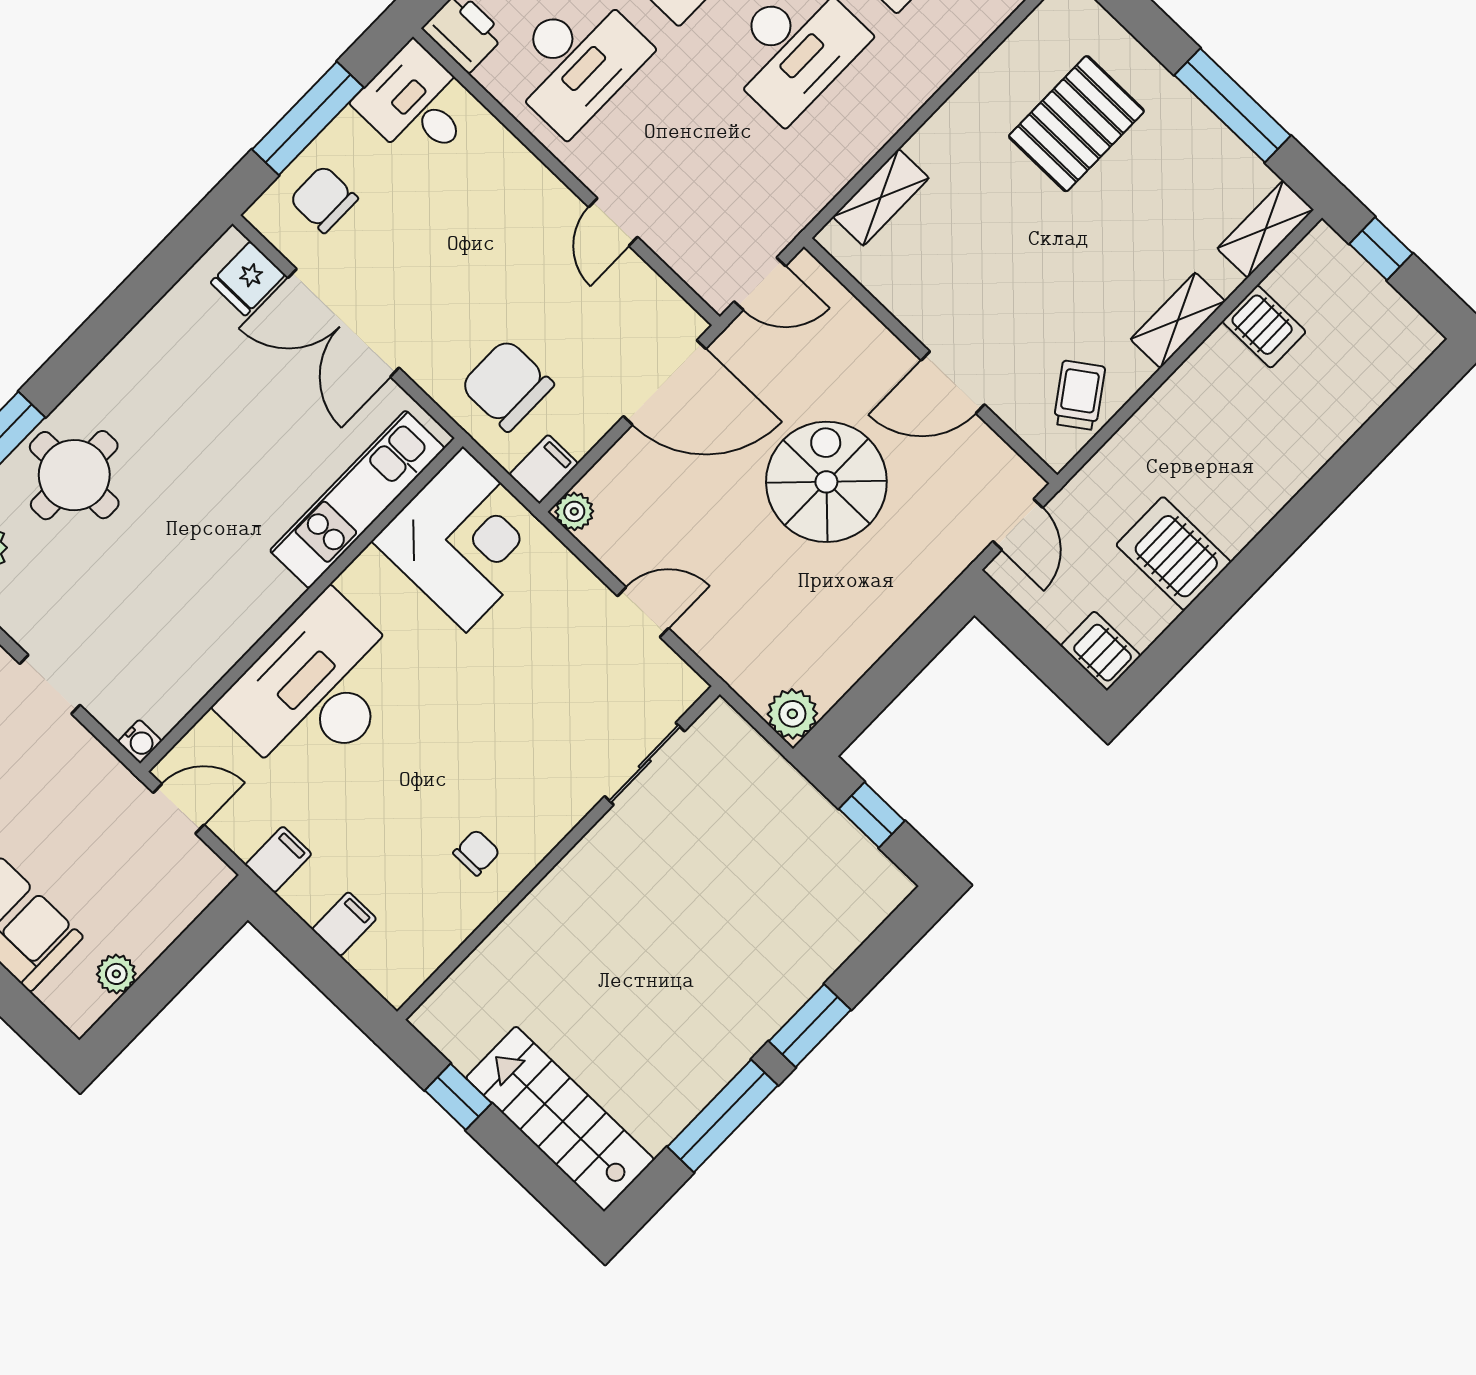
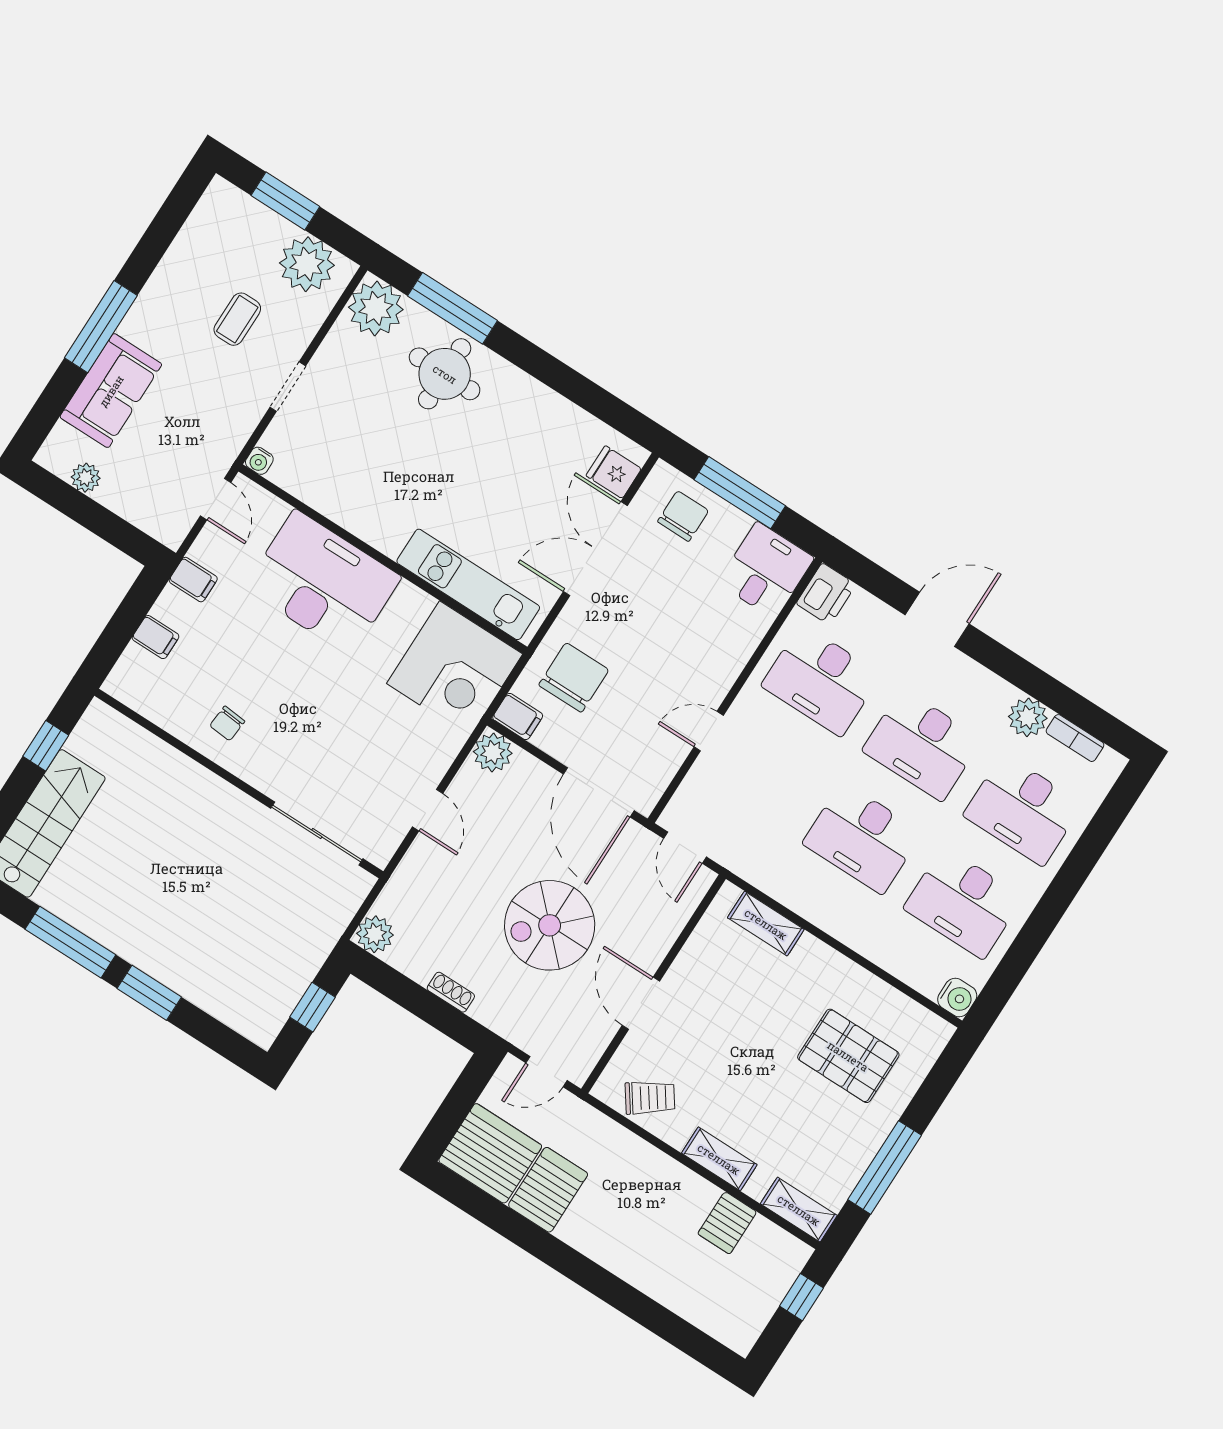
spiral stairs: (826, 482) -> (550, 925), turned 180
plant: (574, 511) -> (493, 752), width x1.38, depth x1.38
shoe rack: (888, 629) -> (451, 992), added
server rack: (1101, 651) -> (490, 1153), width x2.18, depth x1.44
sliding door: (645, 764) -> (317, 834), width x1.37
chair: (477, 853) -> (227, 723), turned 95

